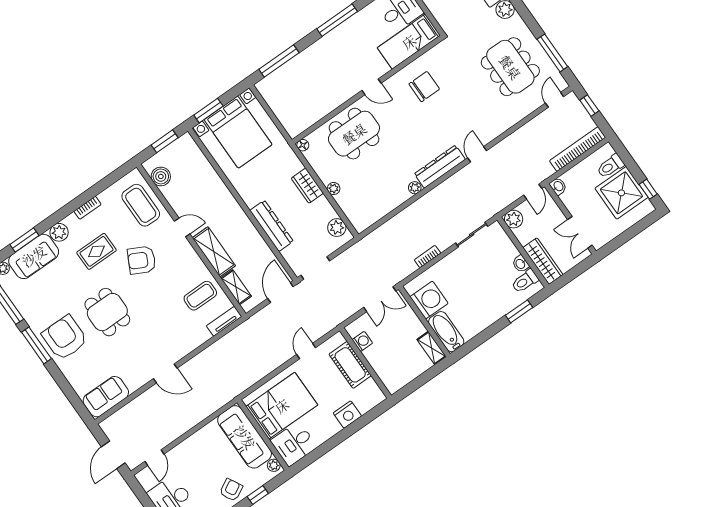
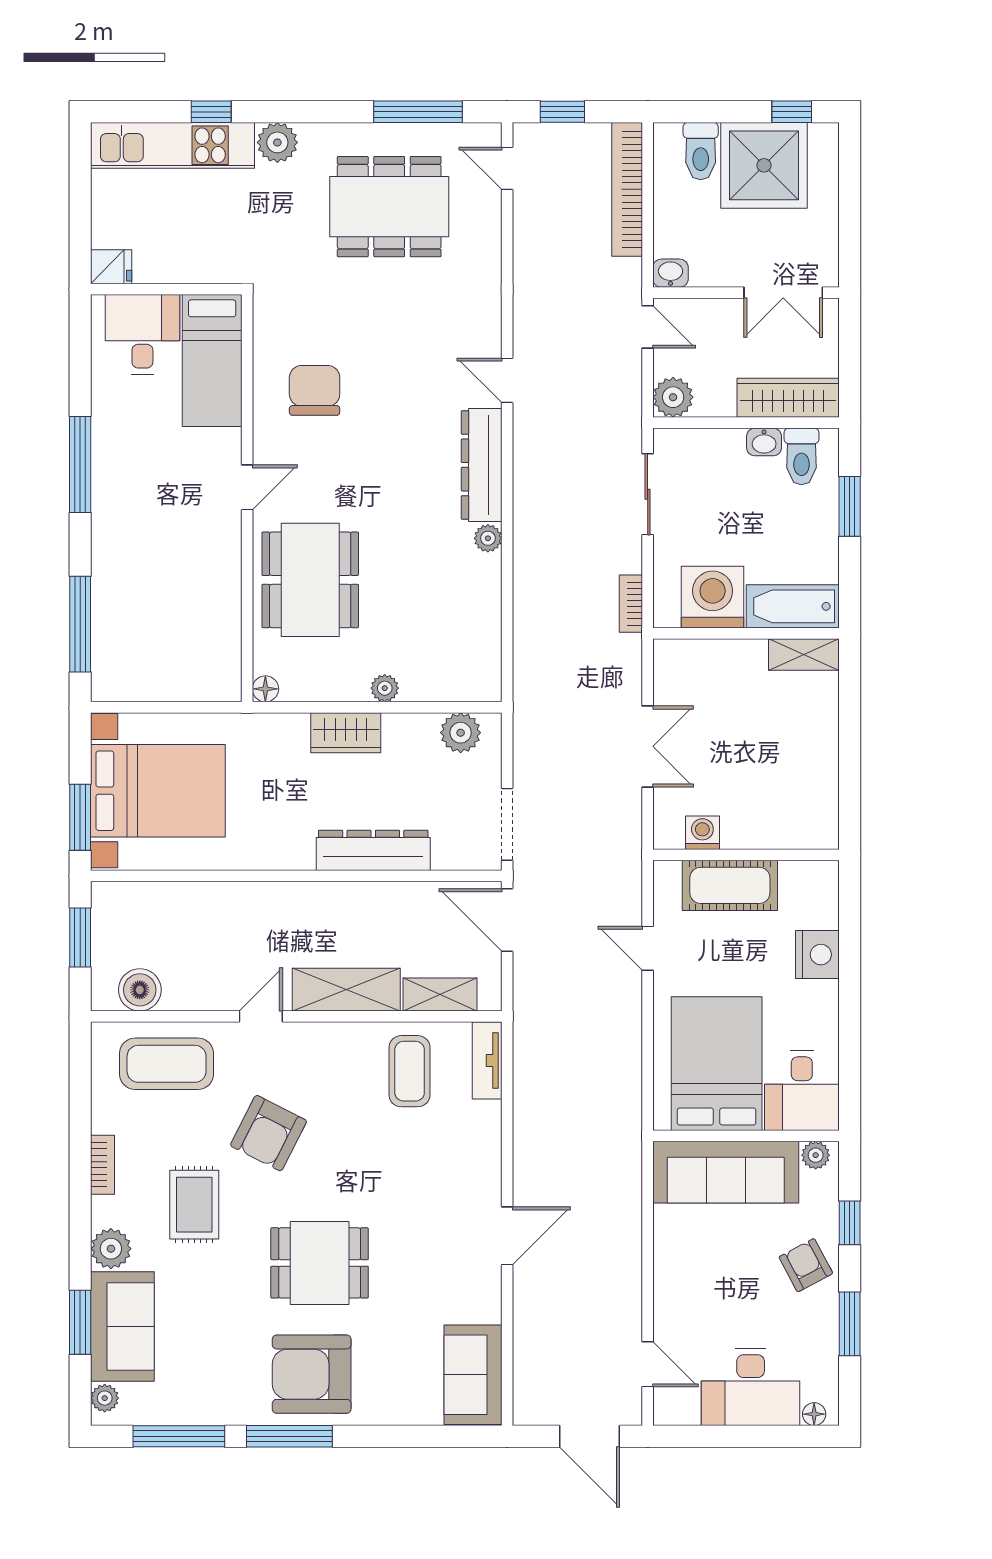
washing machine: (429, 300) -> (713, 597), moved
wall: (424, 321) -> (746, 633), moved
bathtub: (446, 332) -> (793, 606), moved
shelving: (431, 348) -> (804, 655), moved

